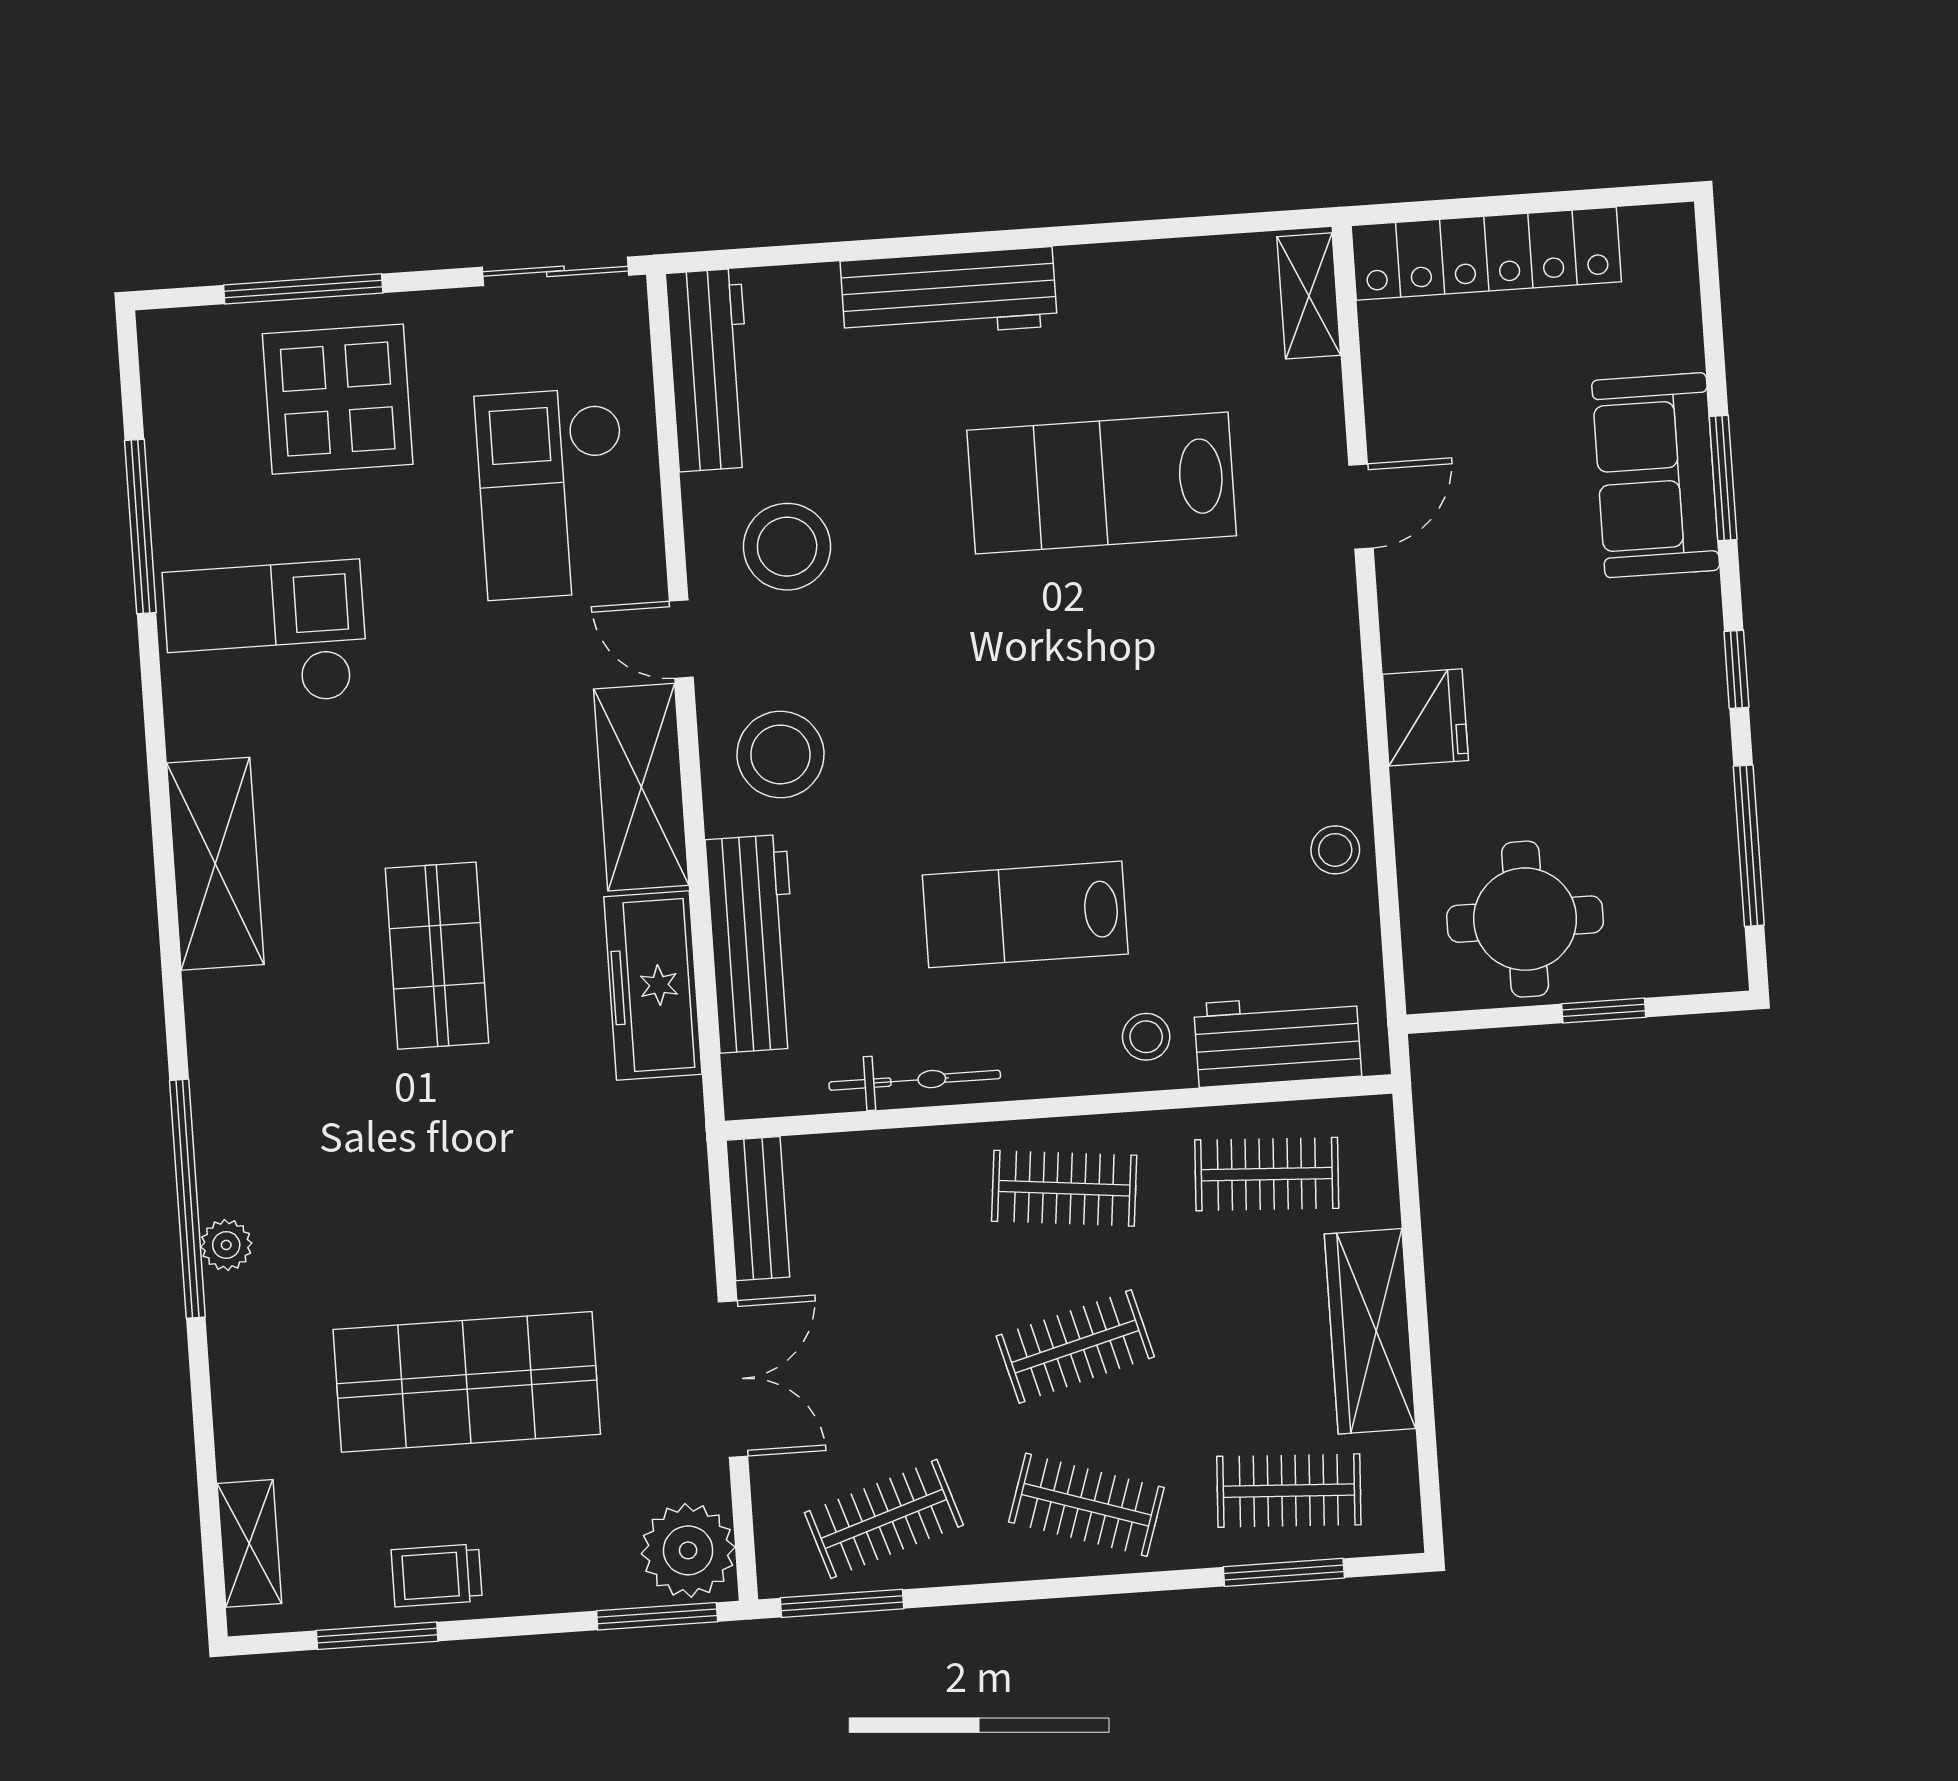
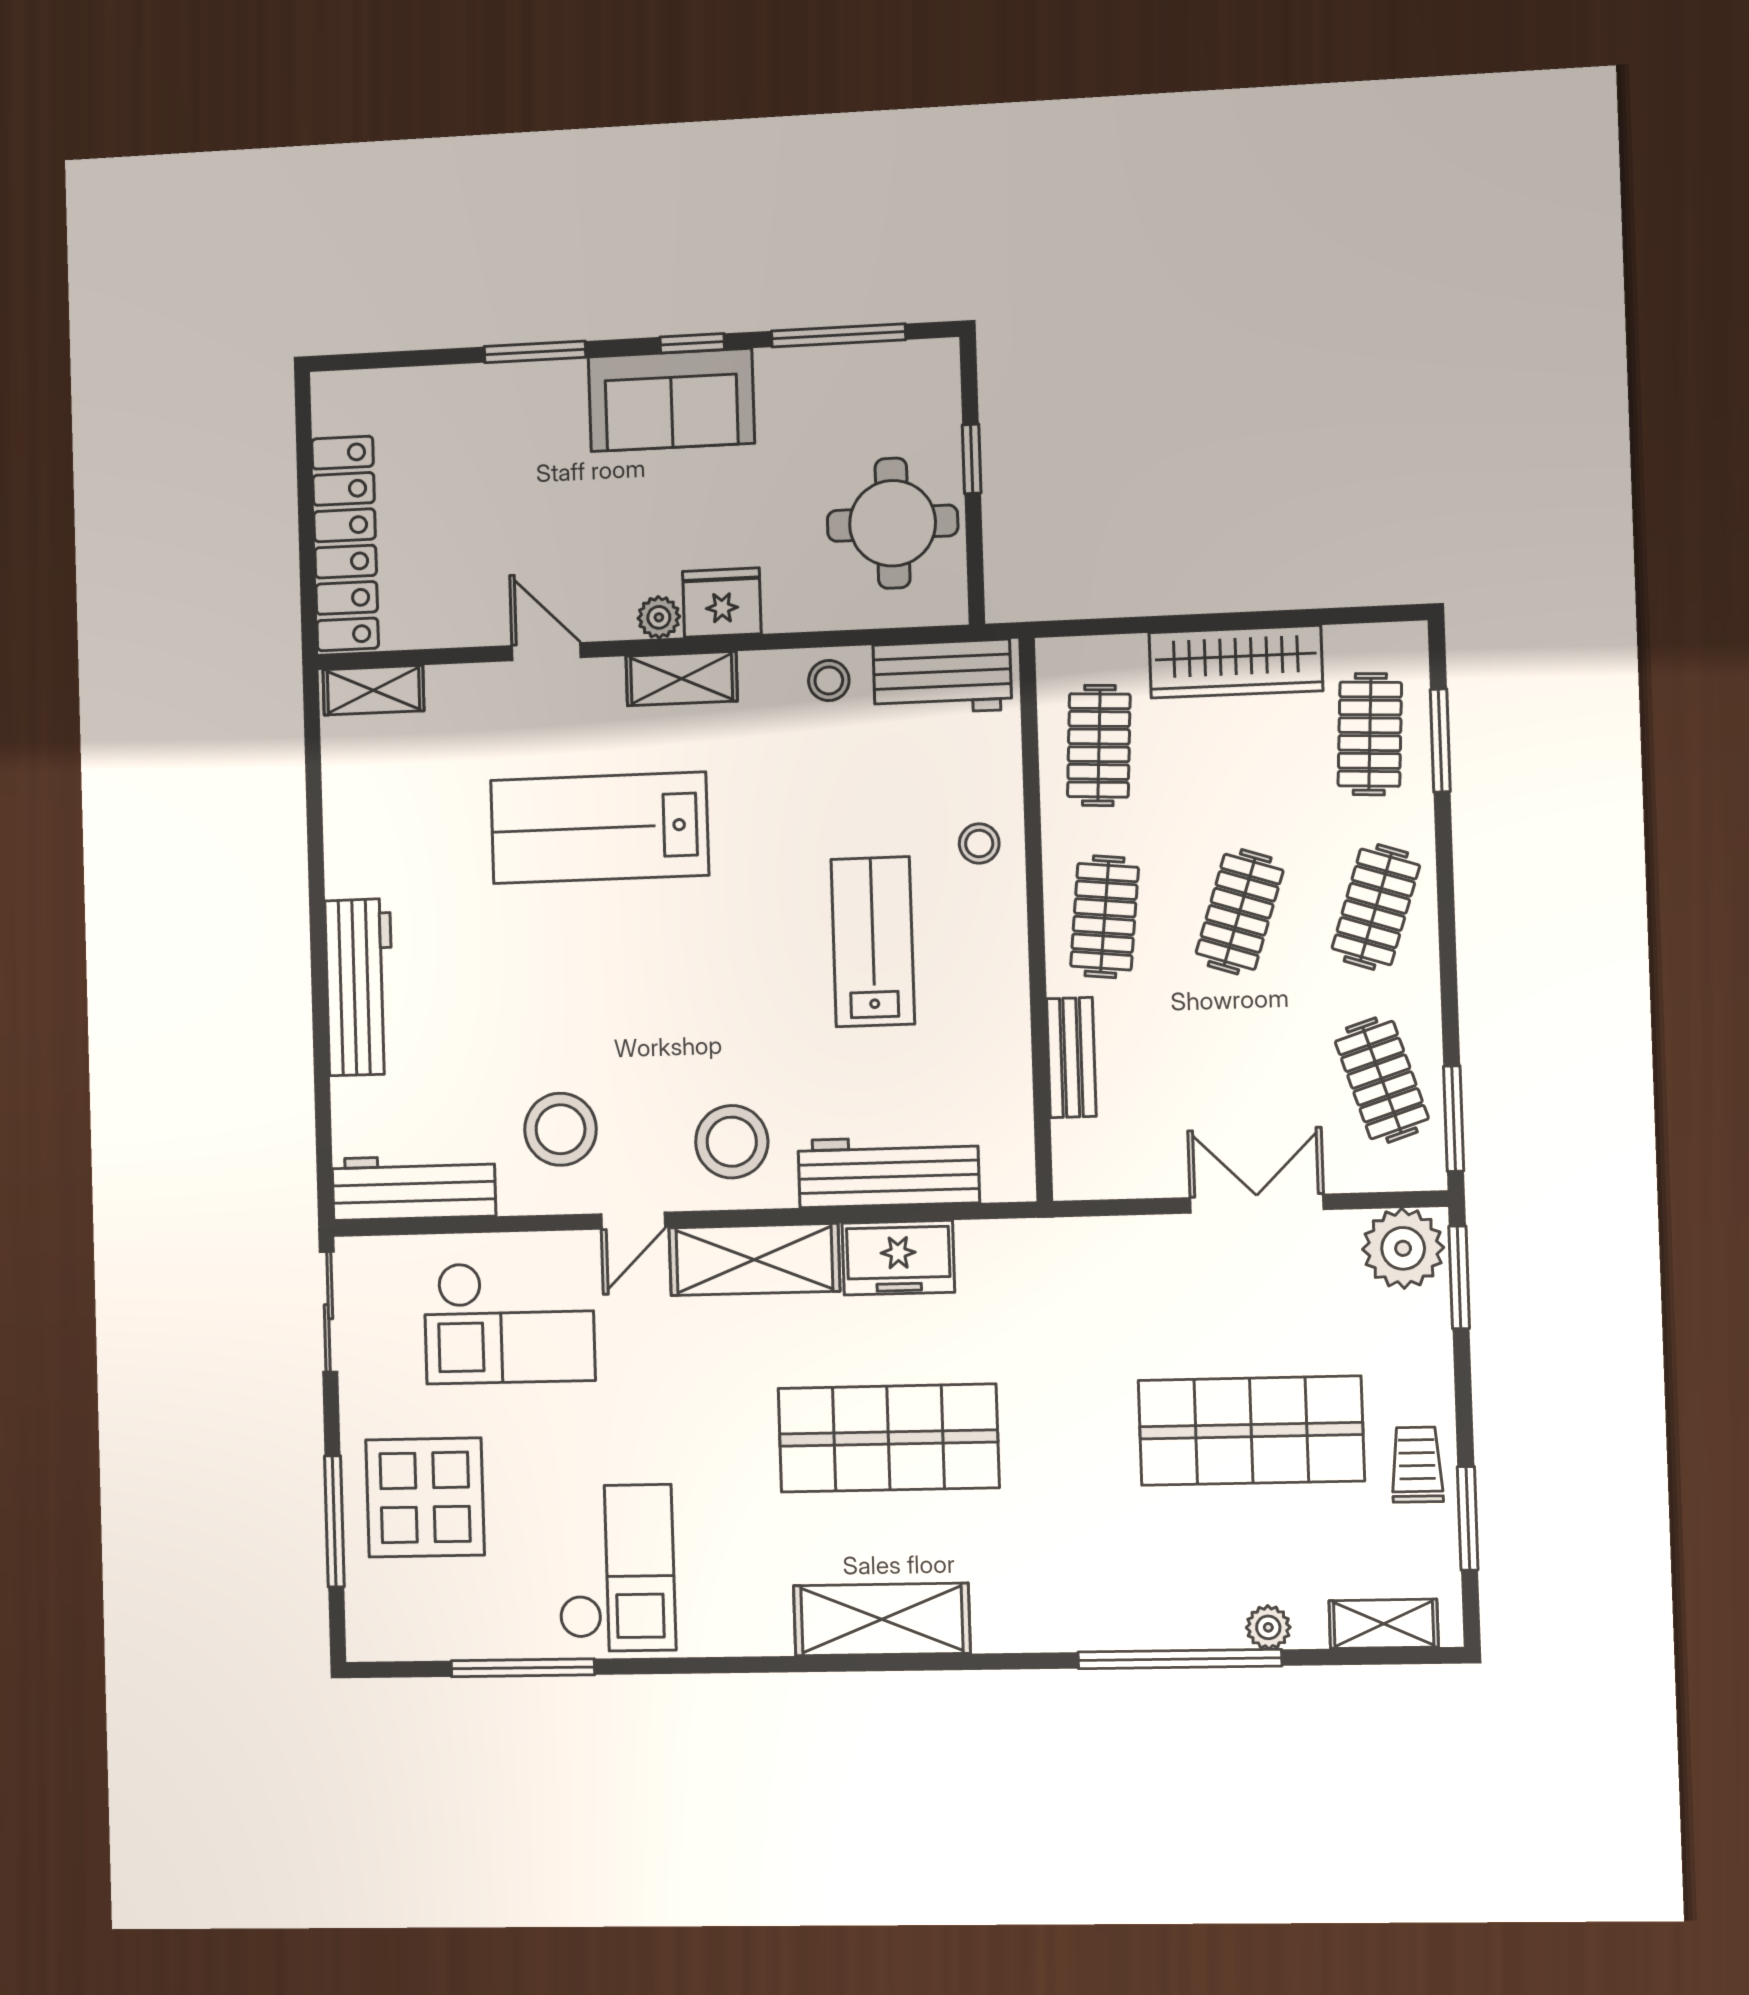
sofa: (1656, 475) -> (671, 400), moved
lab bench: (1102, 483) -> (599, 828), moved, turned 90
checkout: (266, 635) -> (616, 1568), turned 180
plant: (1406, 642) -> (659, 617), added
shelving: (1333, 672) -> (682, 679), added
shelving: (215, 864) -> (882, 1619), moved
lab bench: (1025, 914) -> (873, 942), turned 180
shop shelf: (437, 956) -> (888, 1438), width x1.43, depth x1.36
freezer: (653, 985) -> (898, 1258), width x0.71
workbench: (1278, 1040) -> (942, 677), moved, turned -90
bicycle: (915, 1080) -> (1008, 1040), removed
window: (187, 1199) -> (1180, 1659), moved
bench: (758, 1209) -> (1071, 1058), moved, turned 90
plant: (226, 1245) -> (1268, 1627), moved
clothes rail: (1075, 1346) -> (1240, 912), turned 33
shop shelf: (467, 1382) -> (1251, 1431), turned 90
trolley: (437, 1575) -> (1417, 1465), turned 180

